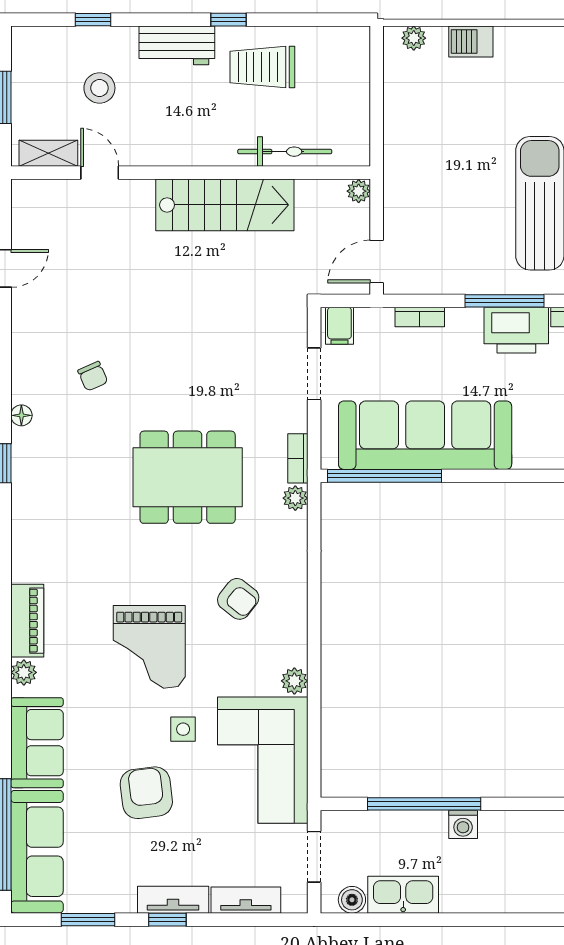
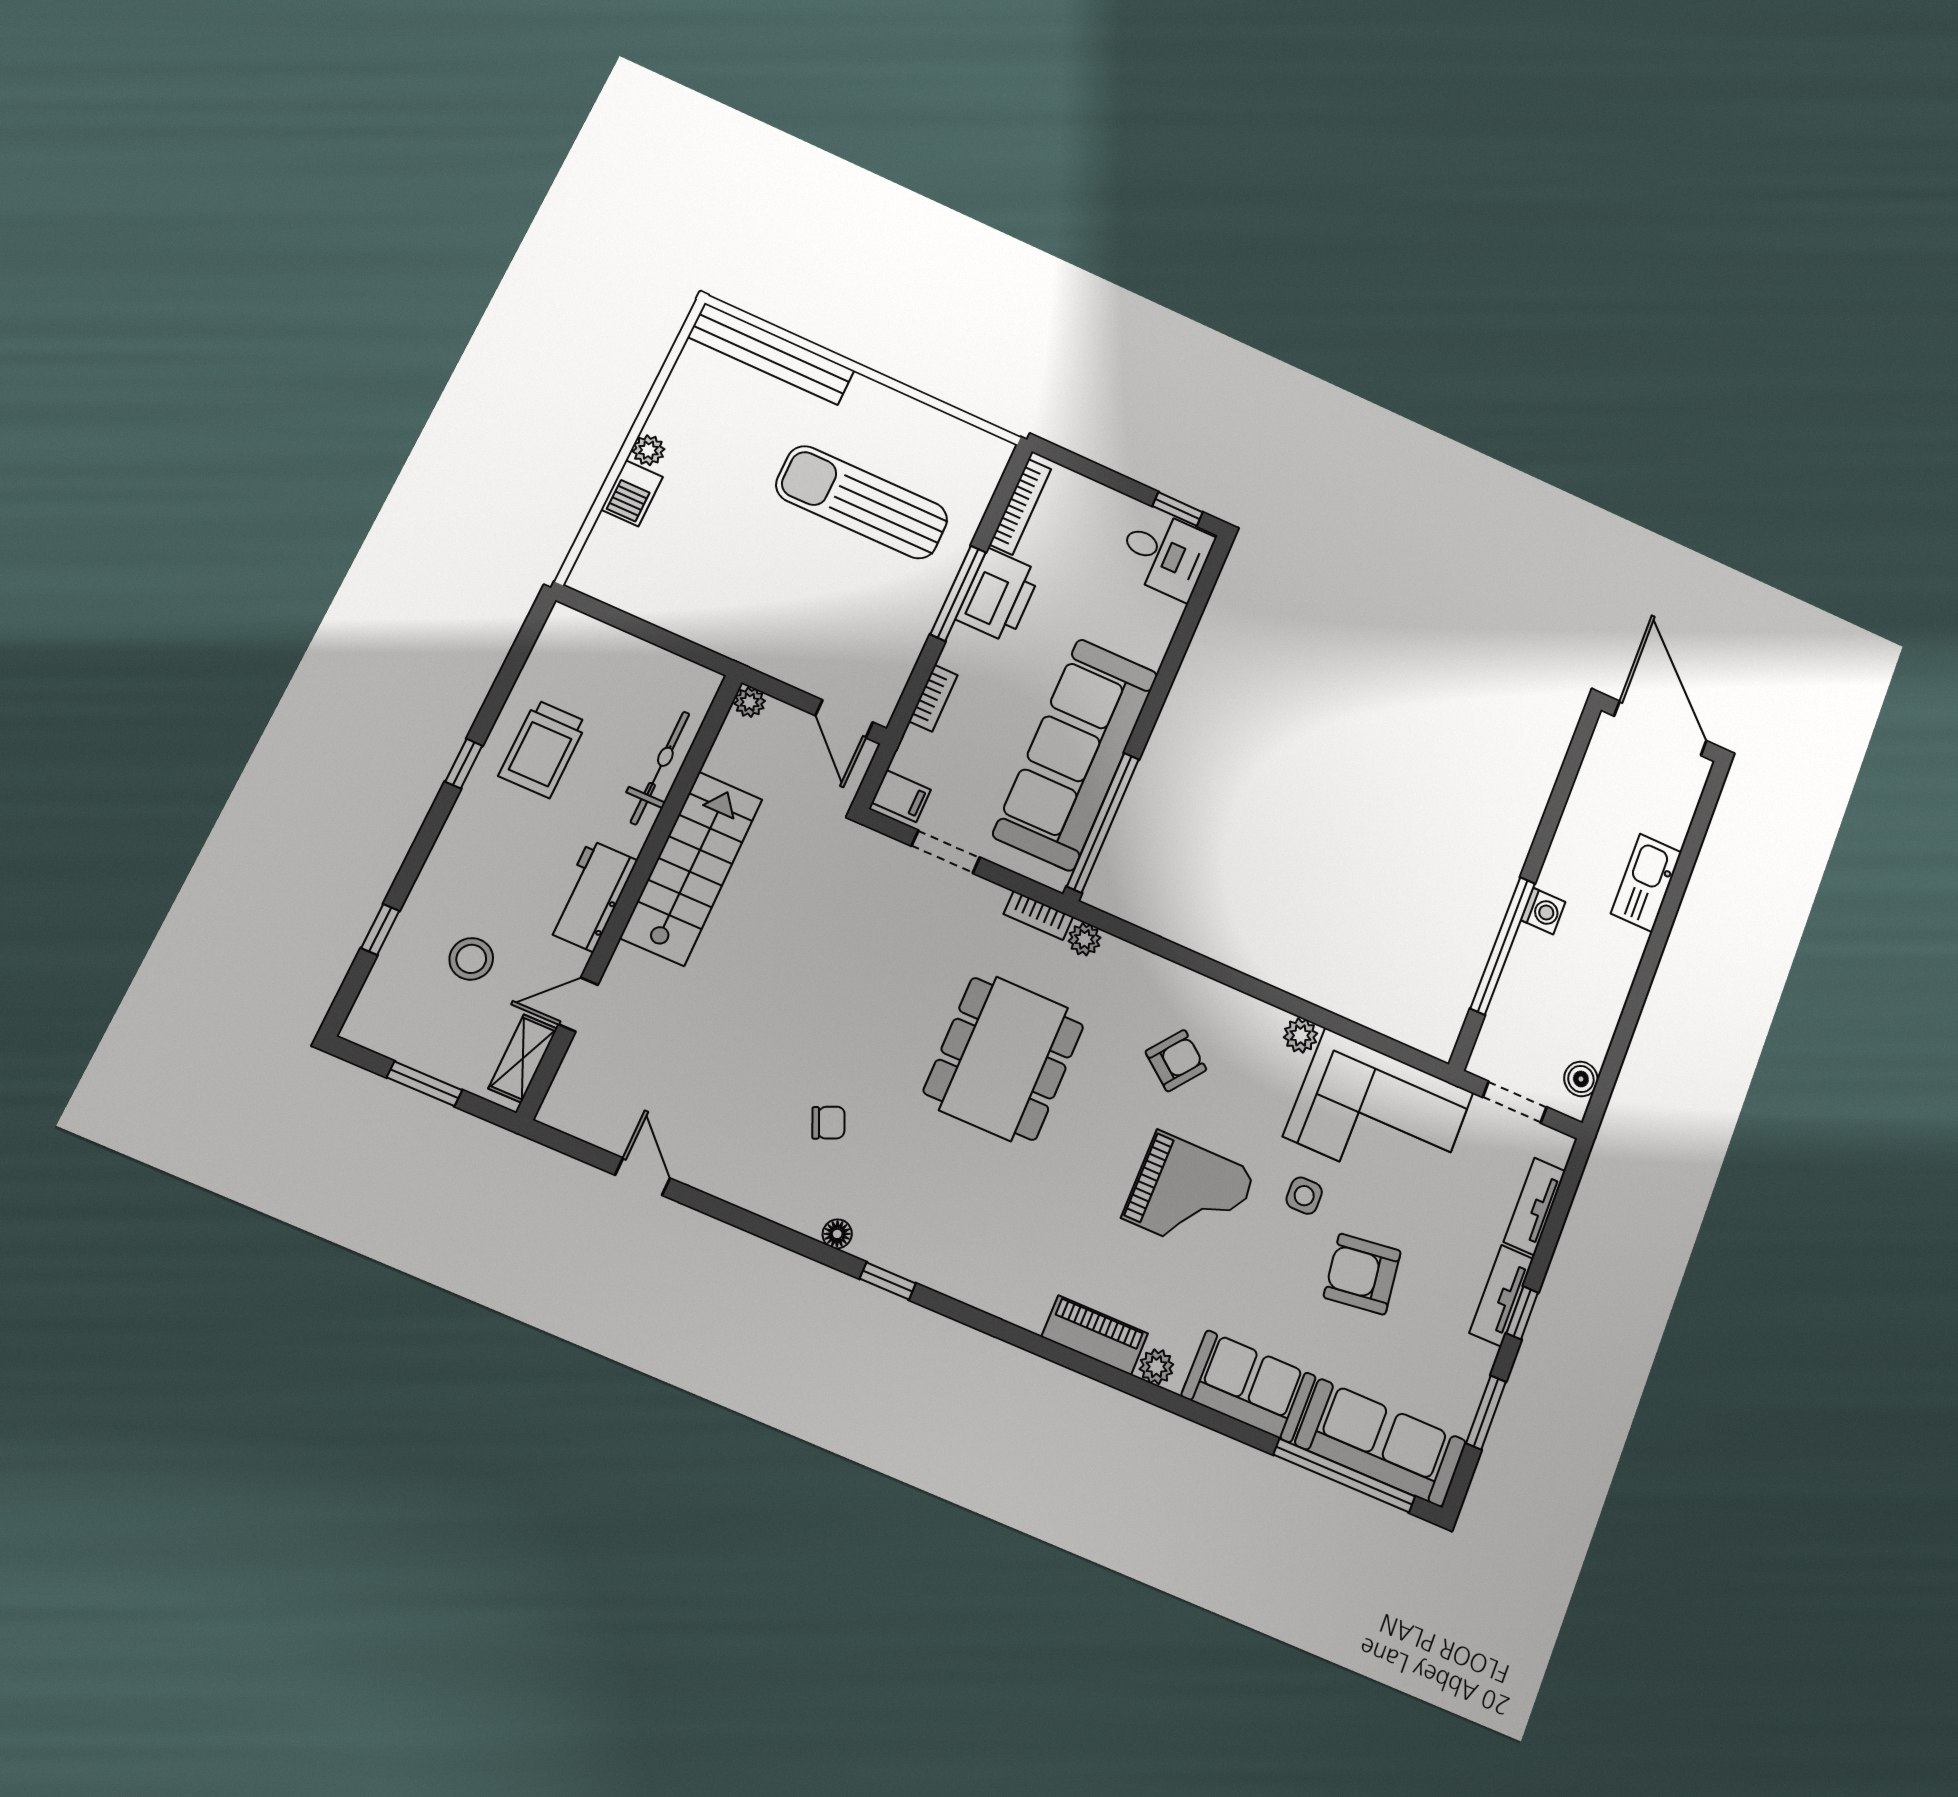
plant: (414, 38) -> (648, 450), moved
workbench: (177, 45) -> (592, 896), moved, turned 180
kitchen sink: (403, 895) -> (1646, 883), moved

